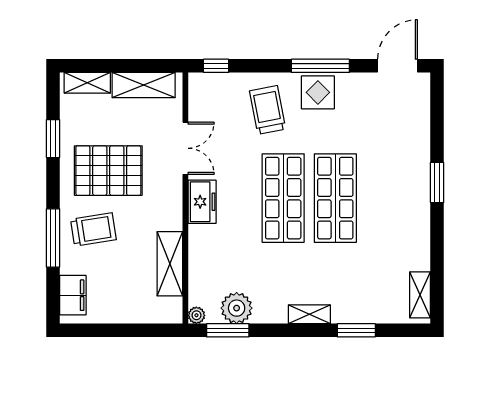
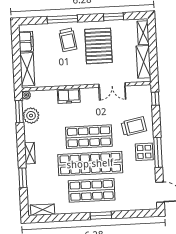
shop shelf: (335, 198) -> (90, 164), width x1.40
shop shelf: (387, 198) -> (92, 190), added
freezer: (202, 202) -> (69, 96), moved
shelving: (170, 264) -> (27, 69), moved, turned 90
filing cabinet: (73, 295) -> (26, 42), moved, turned -90

